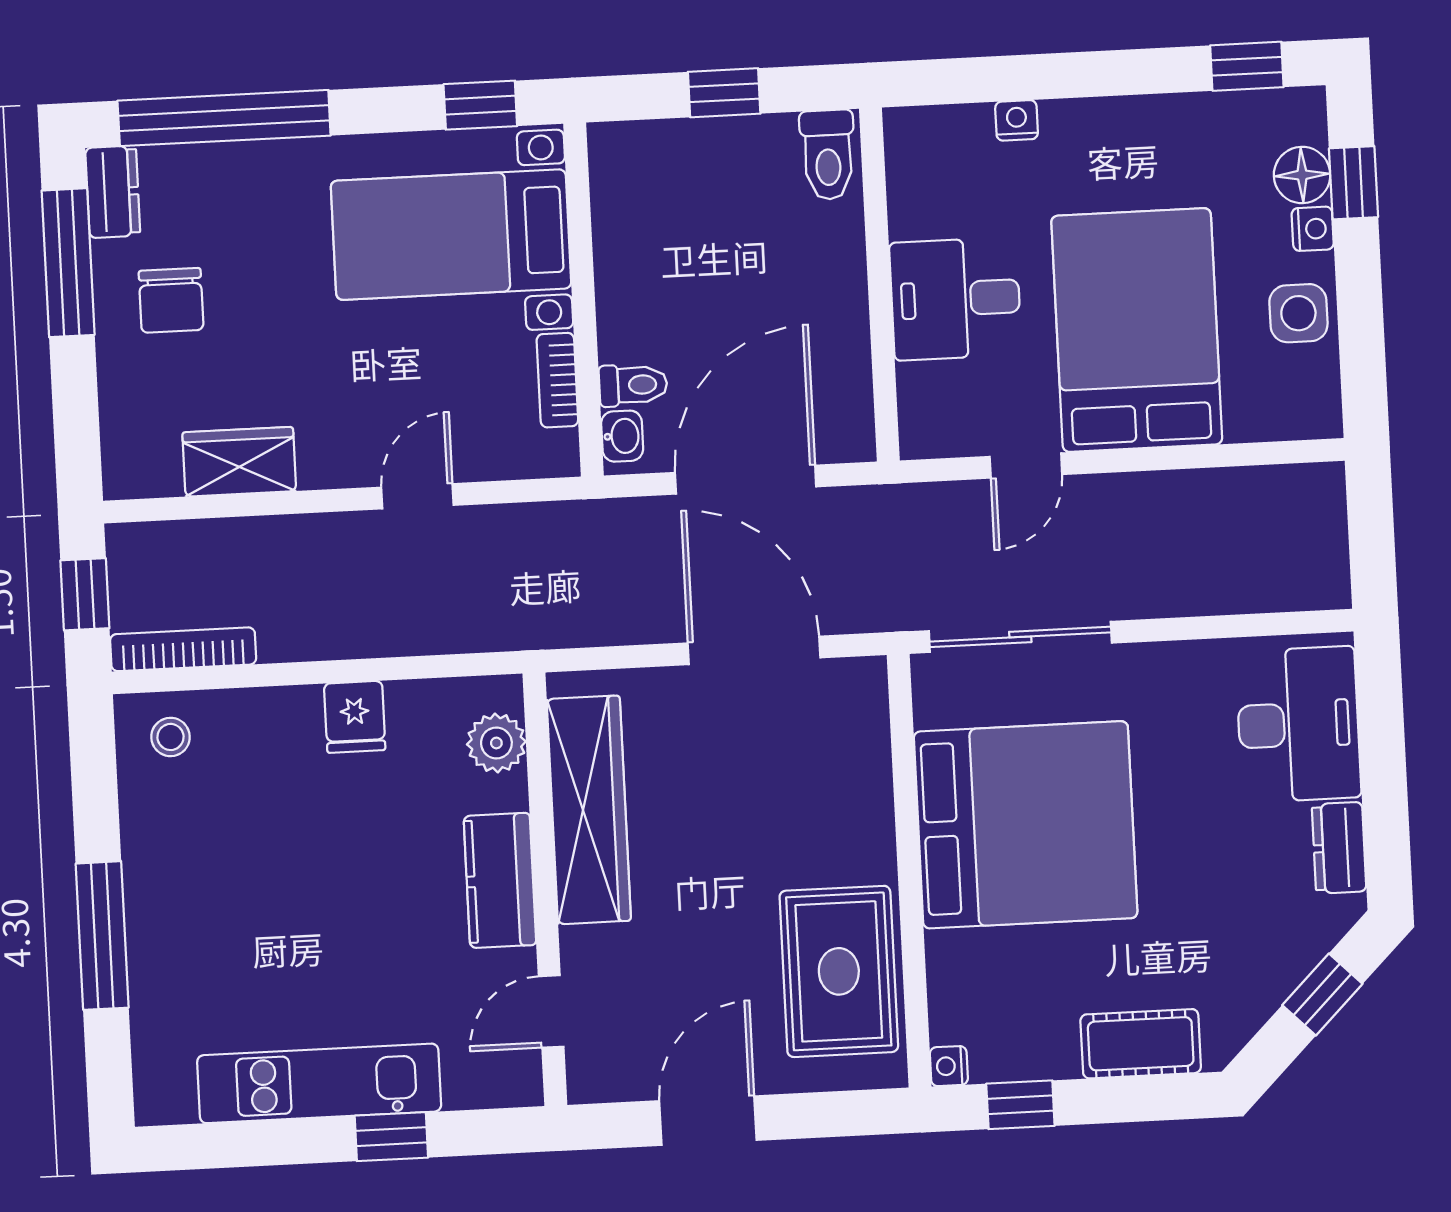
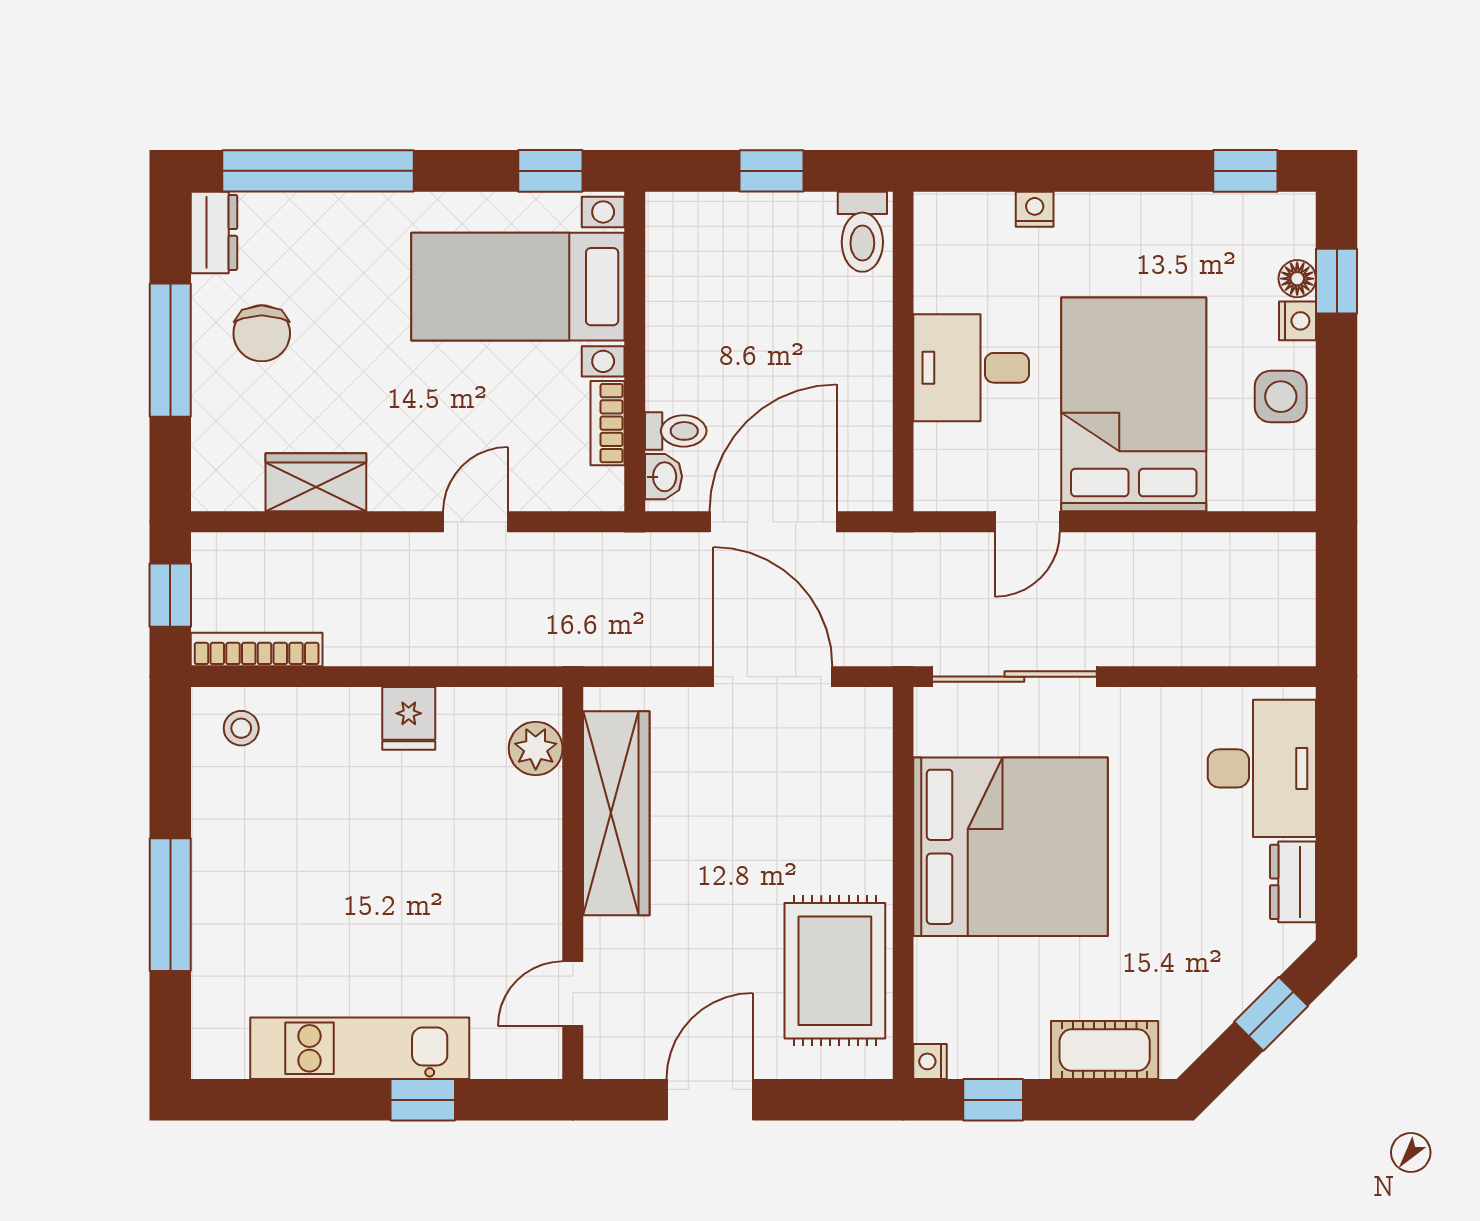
floor lamp: (1302, 175) -> (1297, 279), width x0.73, depth x0.73
window: (68, 263) -> (170, 350), moved
kitchen counter: (500, 880) -> (533, 873), removed

